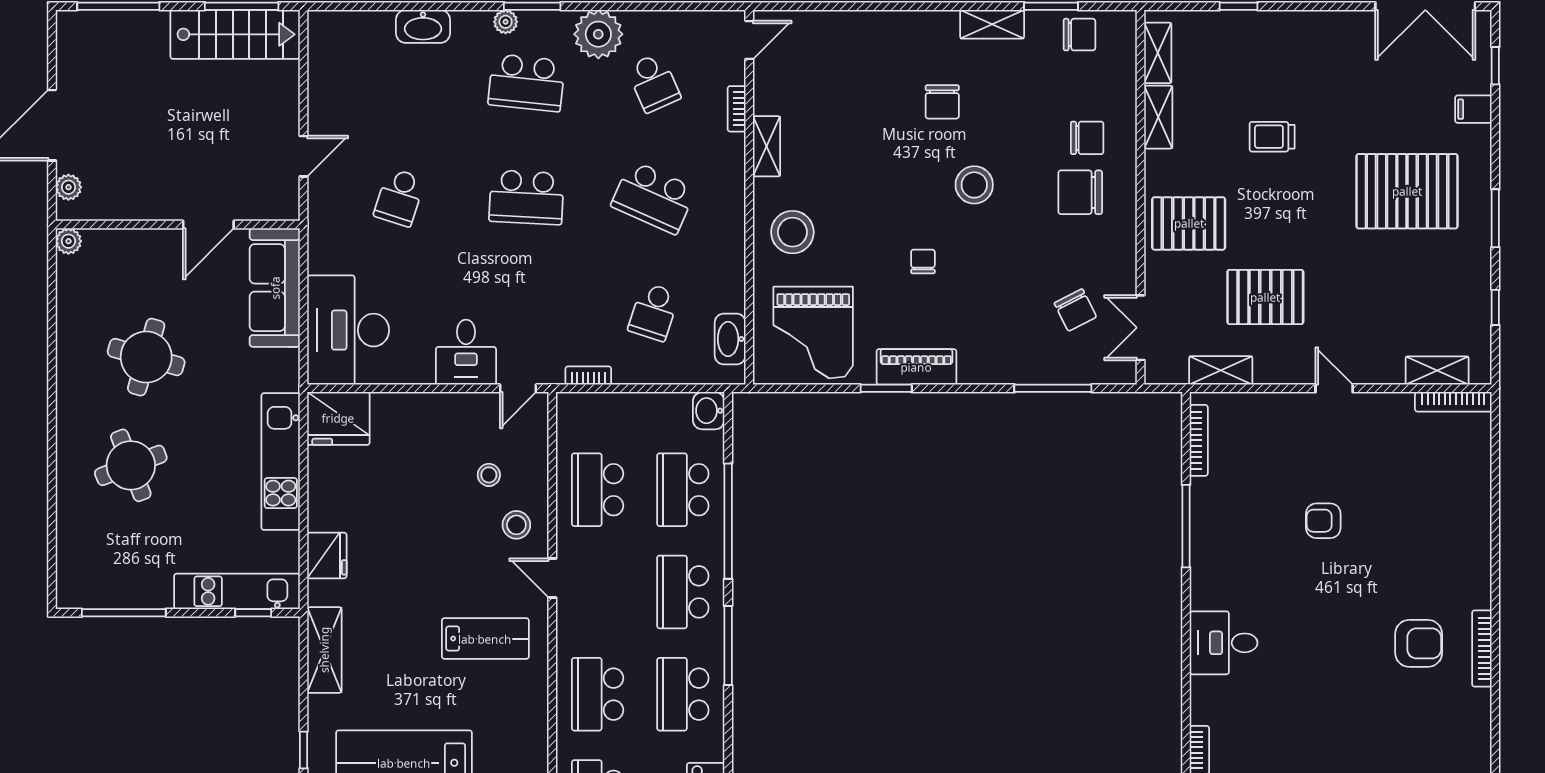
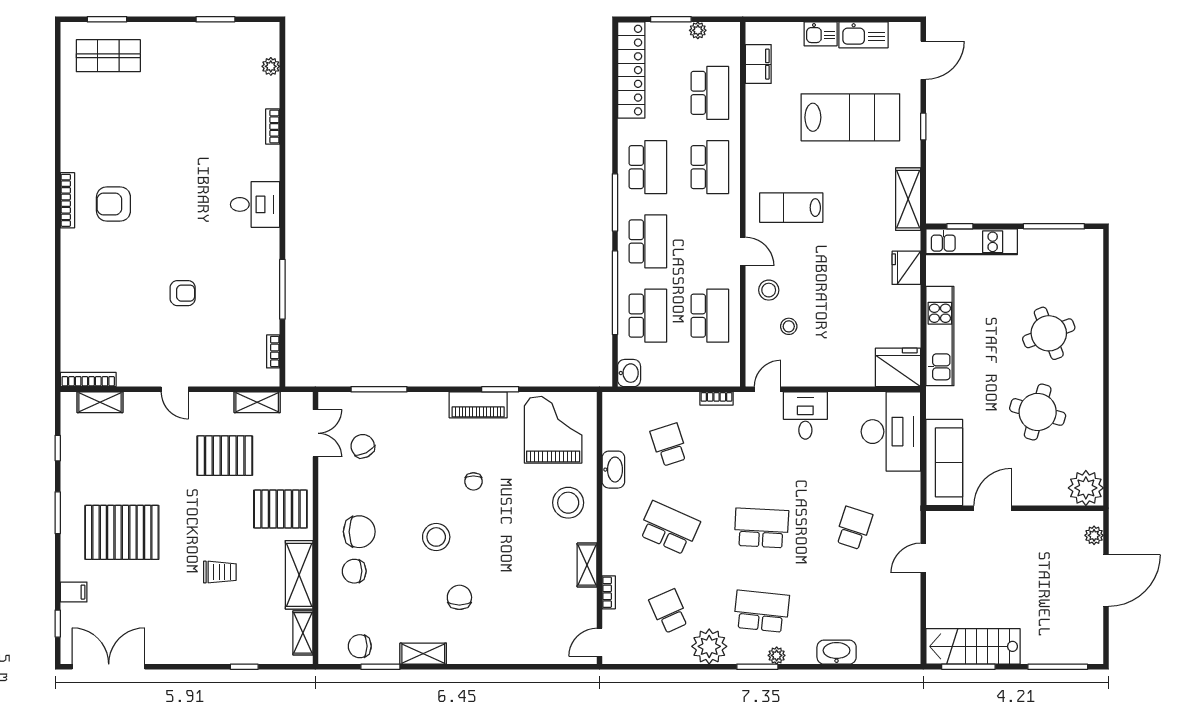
shelving: (1158, 117) -> (299, 575), width x1.50, depth x1.33
plant: (68, 241) -> (1086, 488), width x1.88, depth x1.88
school desk: (654, 312) -> (669, 445), turned -36
washbasin: (730, 339) -> (613, 470), moved
bookcase: (1199, 440) -> (273, 351), width x0.64

